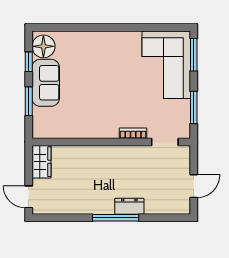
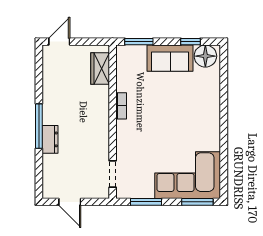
window: (29, 101) -> (139, 42), moved
bookcase: (133, 133) -> (121, 106), moved
wardrobe: (41, 162) -> (100, 68), moved, turned 90

